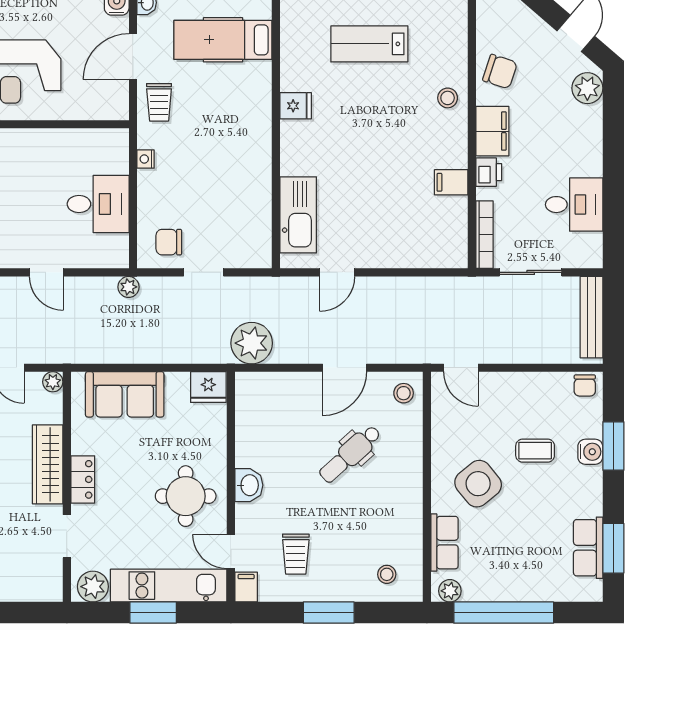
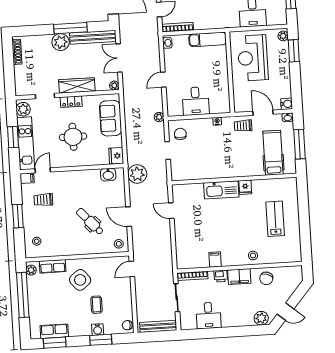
kitchen sink: (298, 215) -> (221, 190), moved
washbasin: (249, 485) -> (108, 175), moved
round table: (186, 496) -> (73, 137), moved

